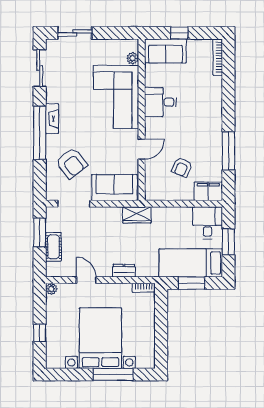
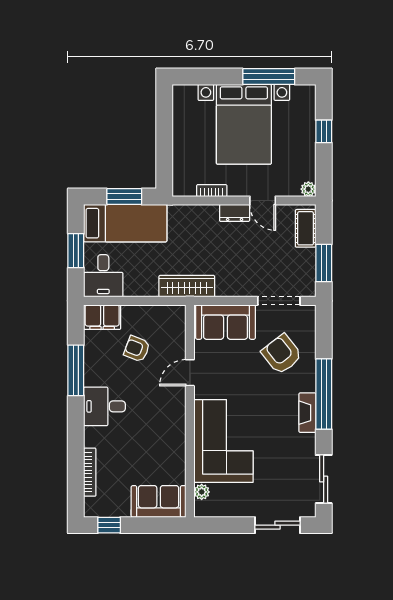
window: (179, 33) -> (109, 525), moved
bookcase: (218, 57) -> (90, 472), moved
desk: (160, 102) -> (104, 406), moved, turned 180
armchair: (182, 167) -> (137, 349), turned -93
wardrobe: (137, 215) -> (187, 286), width x1.50
cot: (53, 247) -> (306, 228), moved
dresser: (124, 271) -> (235, 213), moved
bookcase: (144, 288) -> (212, 191), moved
window: (113, 374) -> (269, 77), moved

